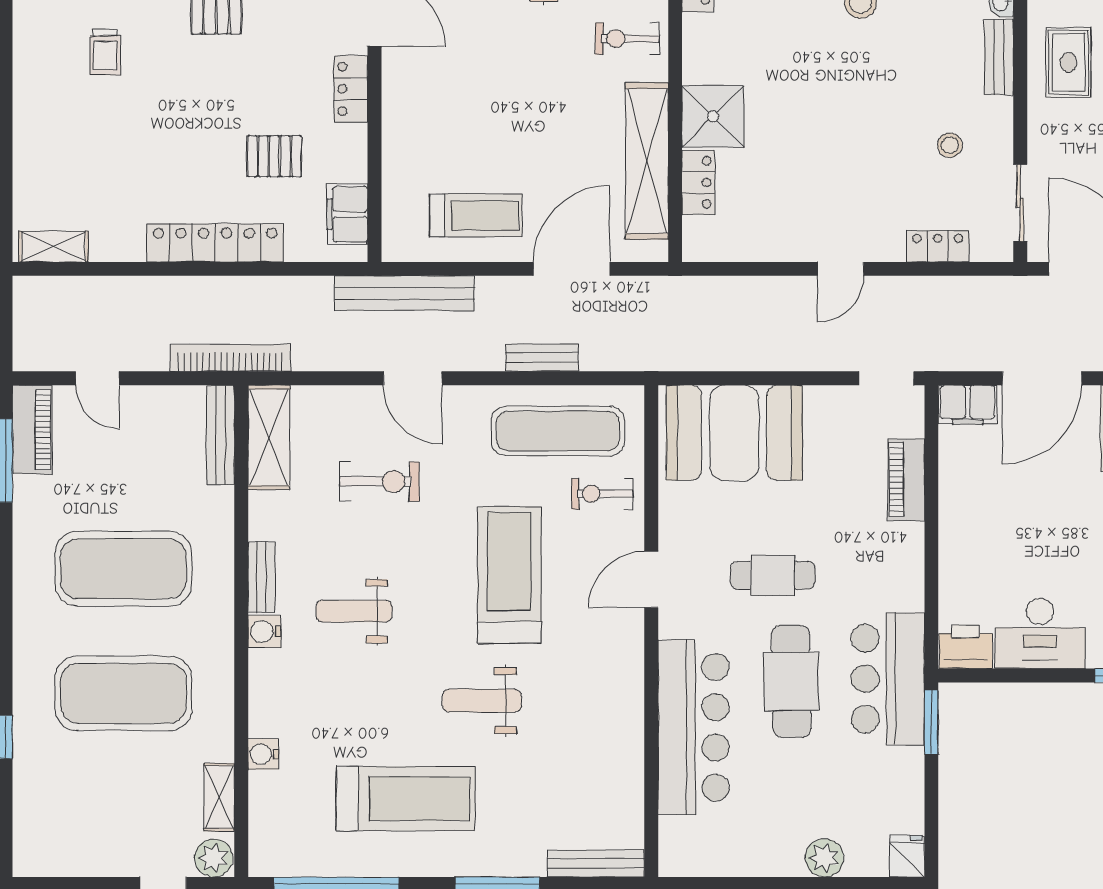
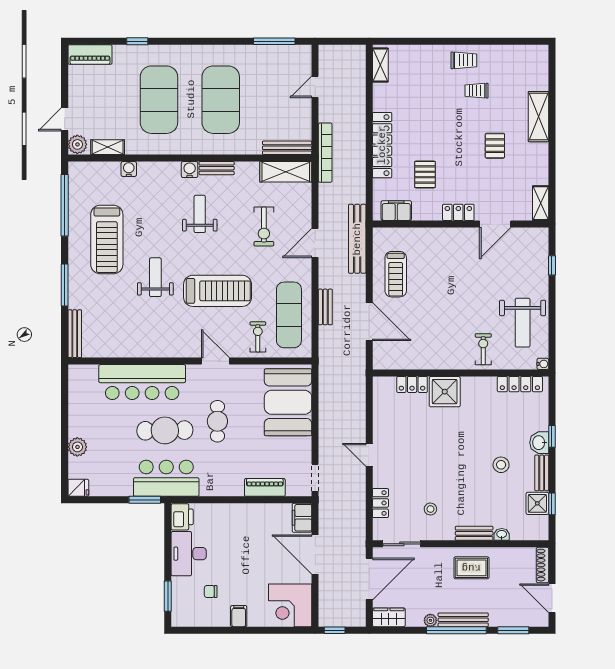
trolley: (44, 78) -> (464, 60), added
shelving: (647, 161) -> (423, 359), removed
piano: (32, 429) -> (90, 55), moved

